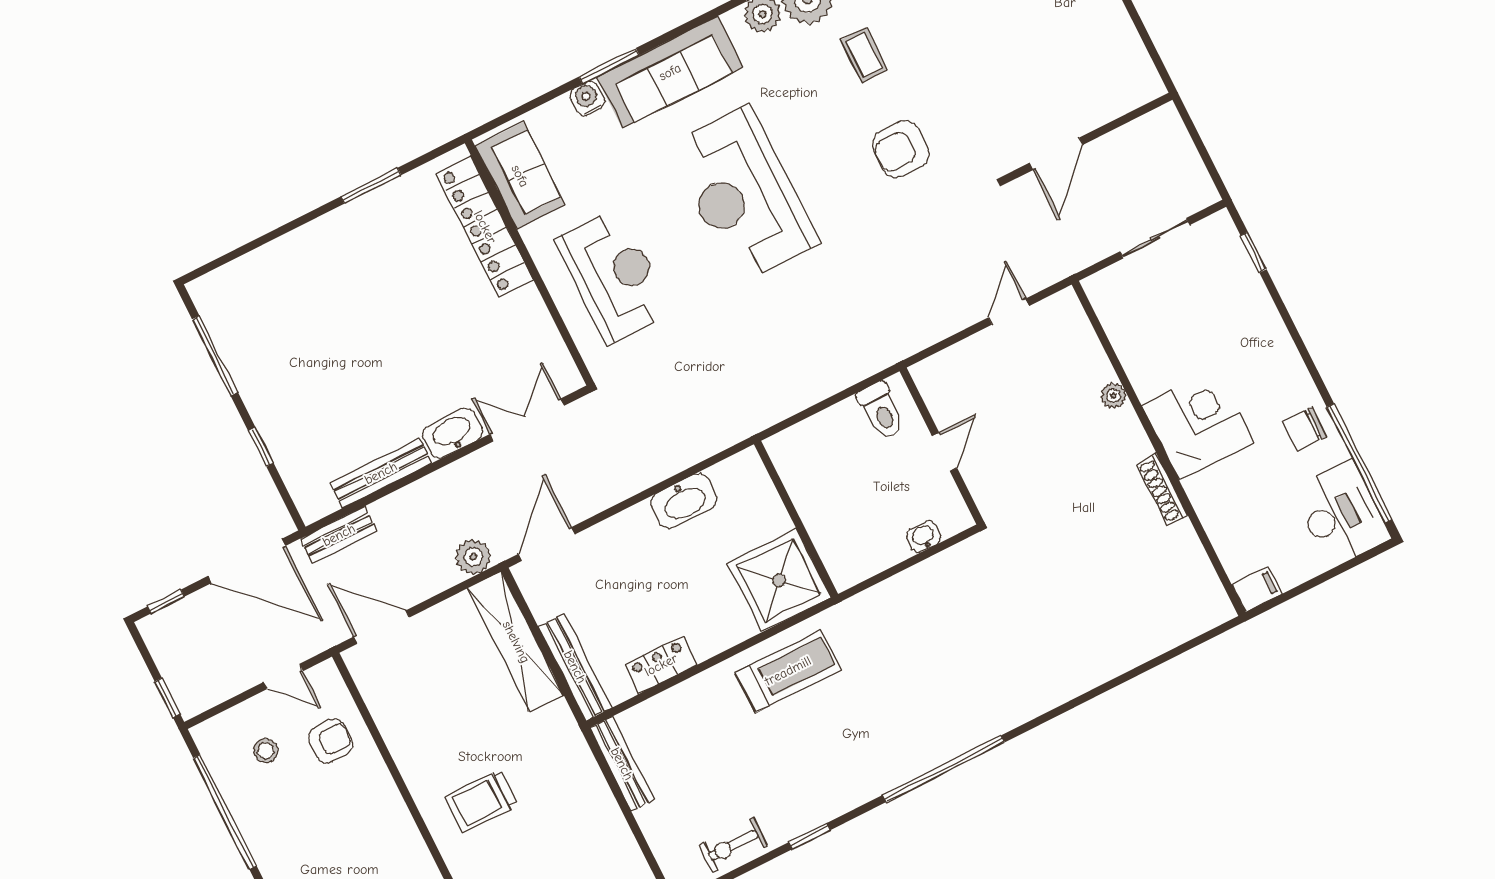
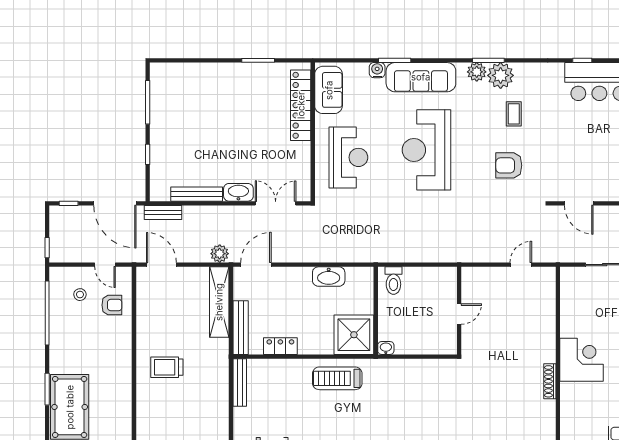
door: (1056, 154) -> (579, 203), hinge flipped
plant: (1113, 396) -> (549, 327), removed
toilet: (881, 411) -> (393, 281), moved
washbasin: (924, 537) -> (386, 348), moved
treadmill: (788, 671) -> (337, 378), turned 180

